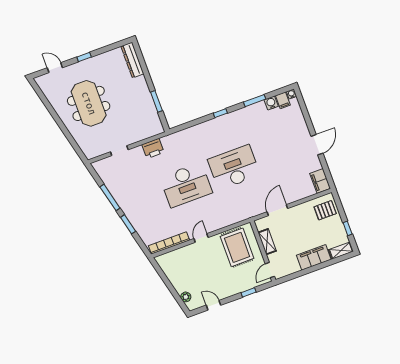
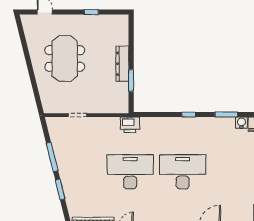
window: (84, 57) -> (91, 12), moved
dresser: (132, 60) -> (122, 64), moved
printer: (153, 148) -> (130, 125), moved
desk: (186, 185) -> (130, 172), turned 180

